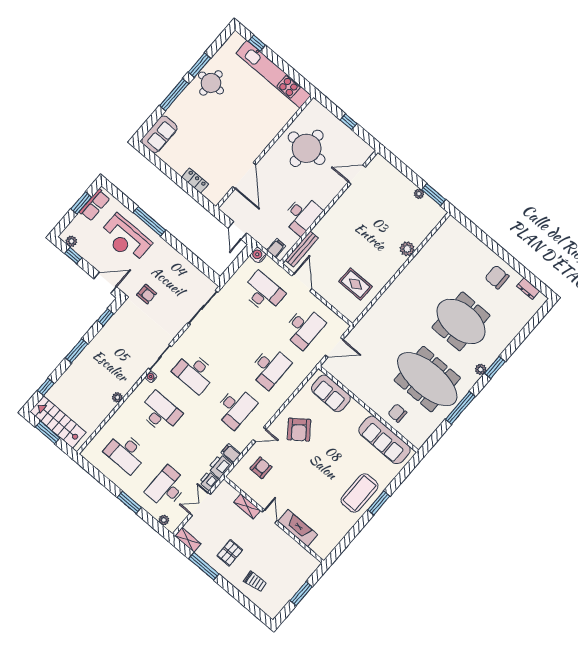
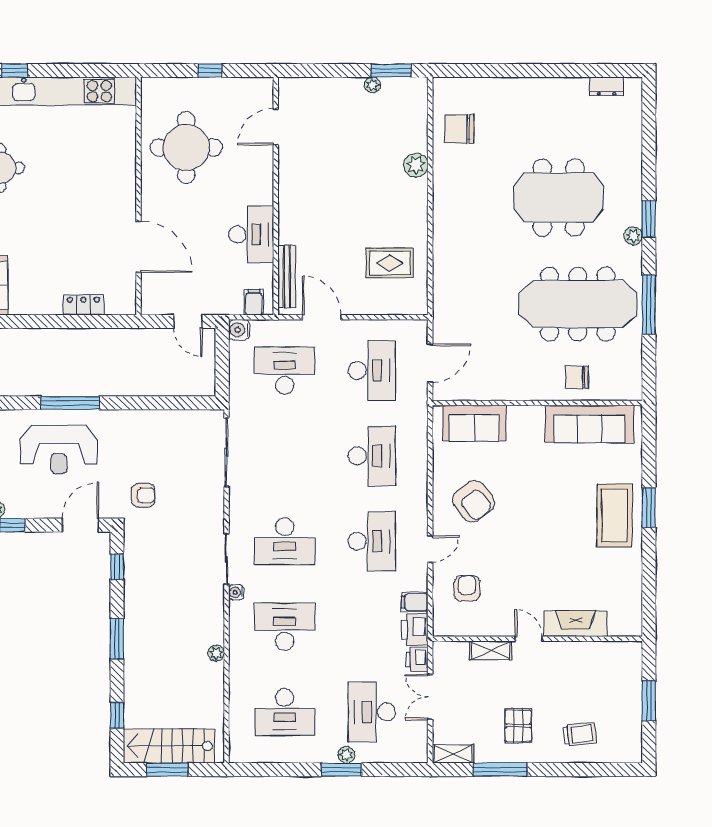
chair: (497, 277) -> (459, 129), moved
plant: (164, 520) -> (346, 755), moved

